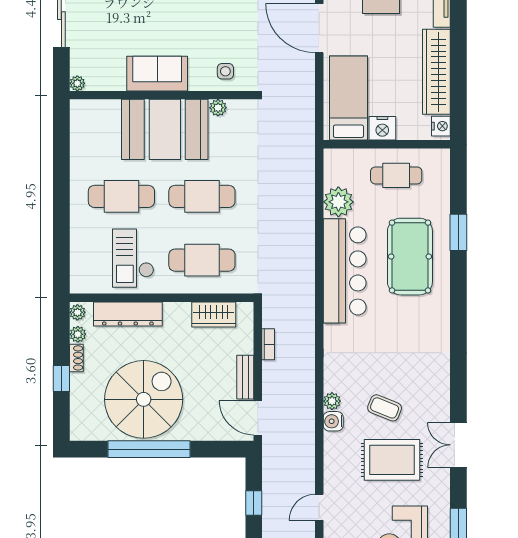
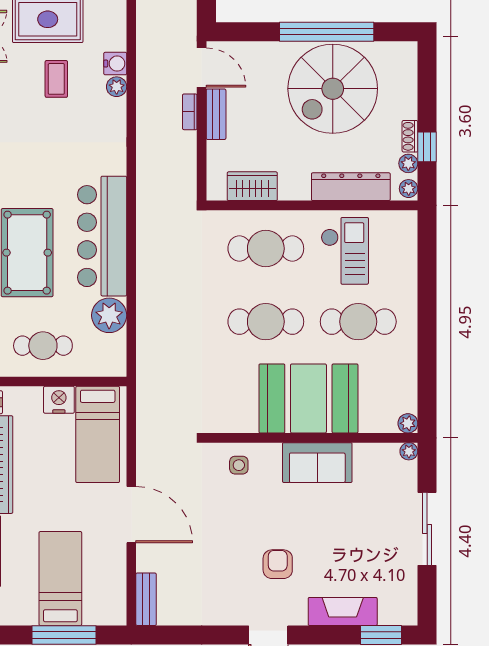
plant: (218, 108) -> (408, 423), moved
bookcase: (268, 344) -> (190, 112), moved
window: (61, 379) -> (427, 147), moved
coffee table: (385, 408) -> (56, 79), turned 68

